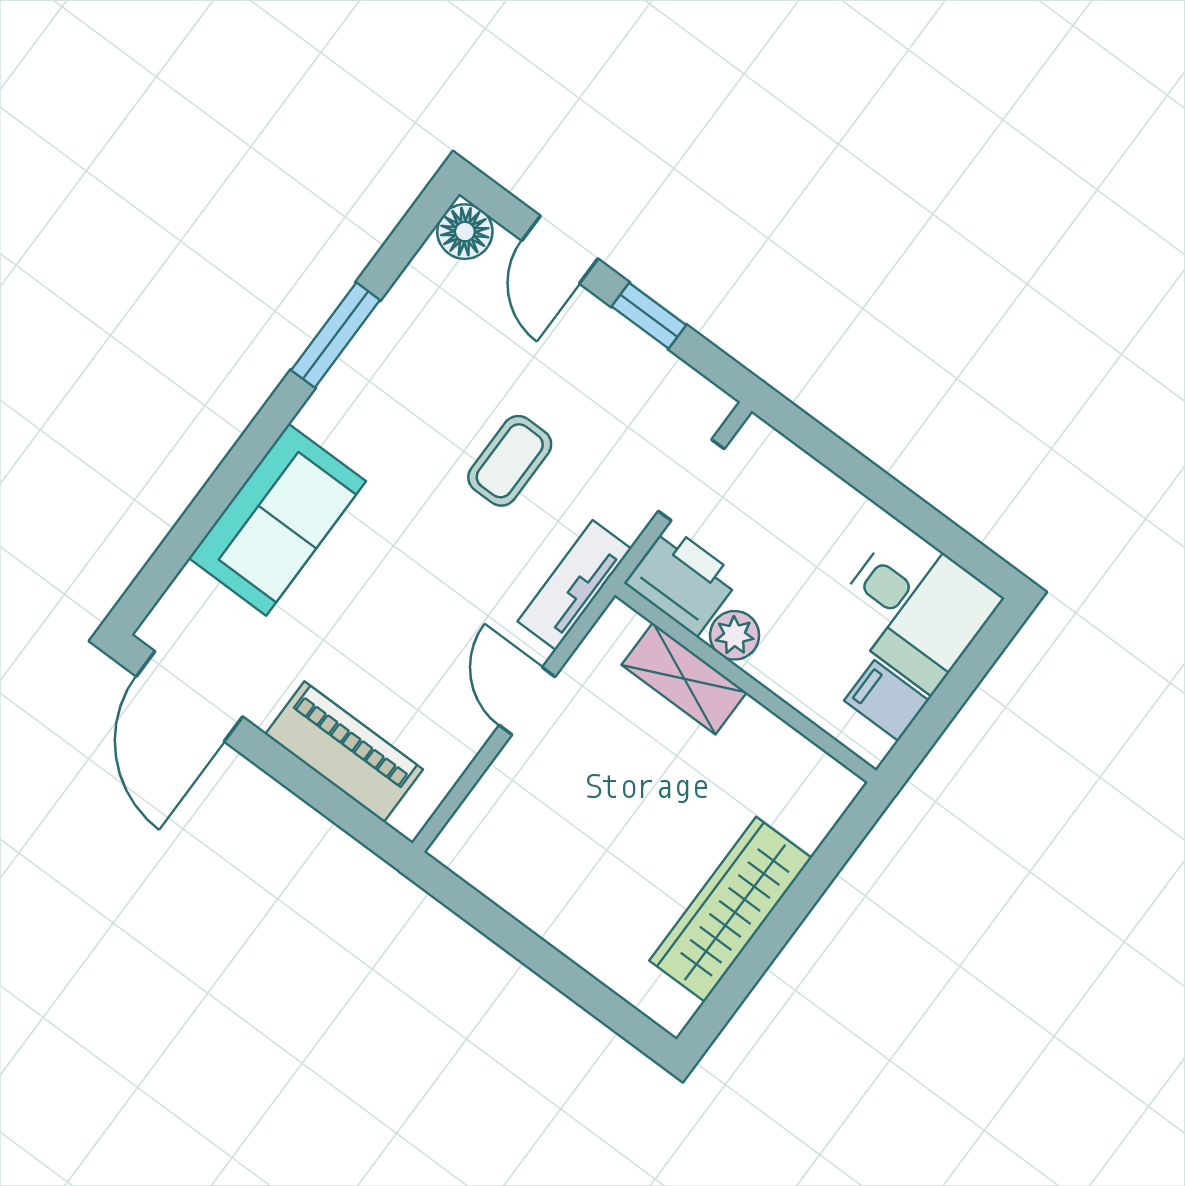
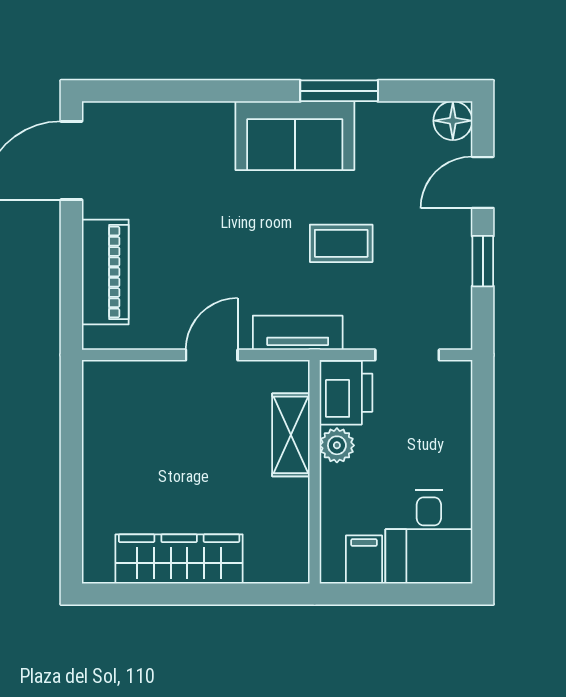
sofa: (277, 520) -> (295, 136), moved

